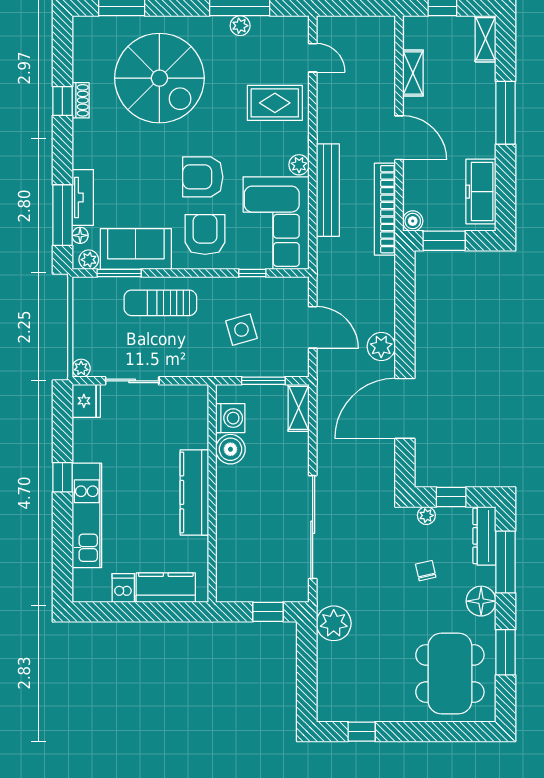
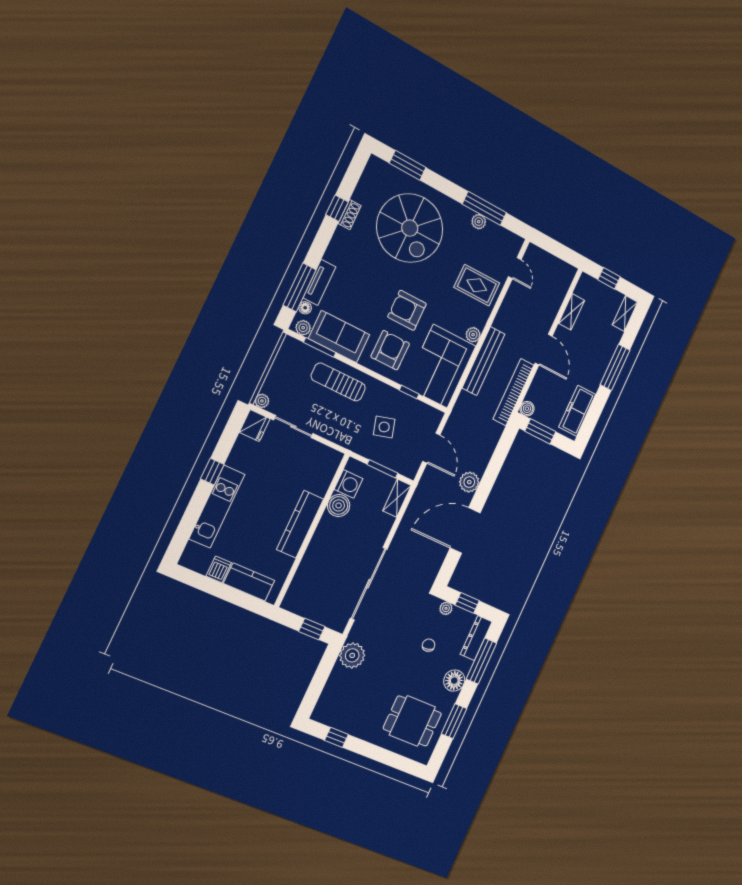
dining table: (450, 673) -> (412, 721), width x0.73

